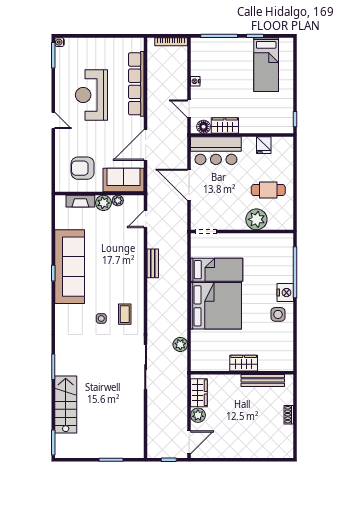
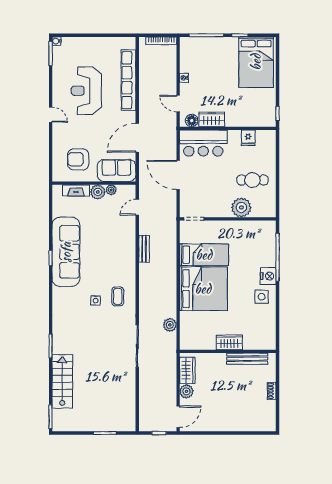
bed: (266, 65) -> (256, 62), width x1.50

